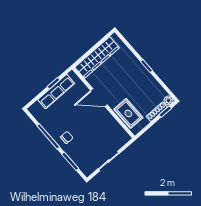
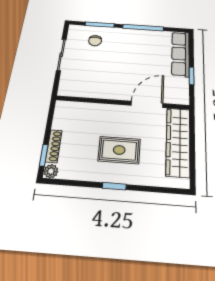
row of seats: (56, 92) -> (181, 54), moved
door: (99, 98) -> (147, 104), moved
rug: (128, 113) -> (119, 150), moved
chair: (67, 137) -> (95, 41), moved

